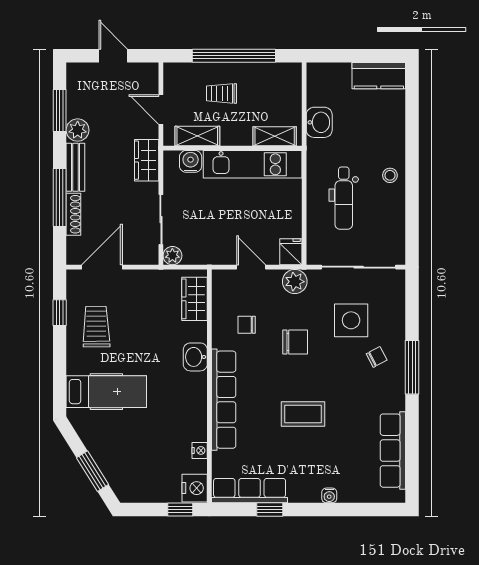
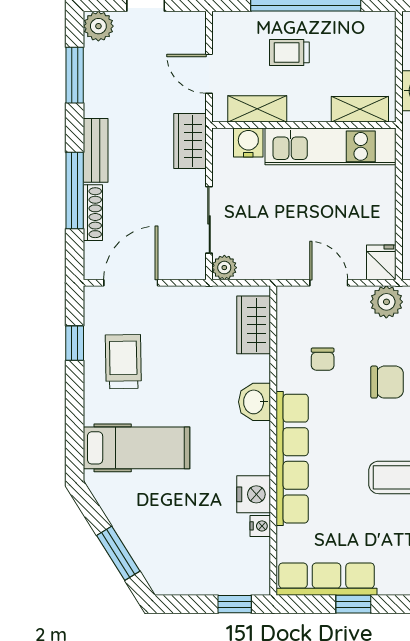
plant: (78, 130) -> (98, 26), moved
chair: (247, 325) -> (323, 359), turned -90
nightstand: (195, 488) -> (254, 494), moved

